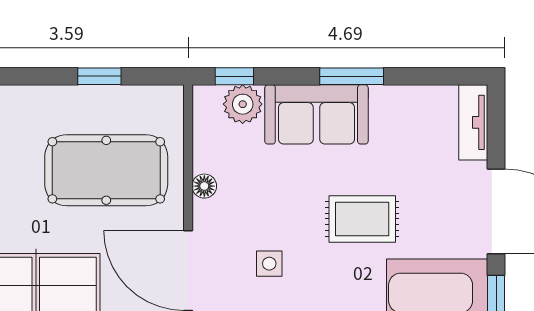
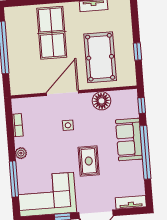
window: (352, 76) -> (145, 152), width x2.11
plant: (243, 104) -> (131, 110), removed
floor lamp: (204, 186) -> (102, 101), width x1.89, depth x1.89

